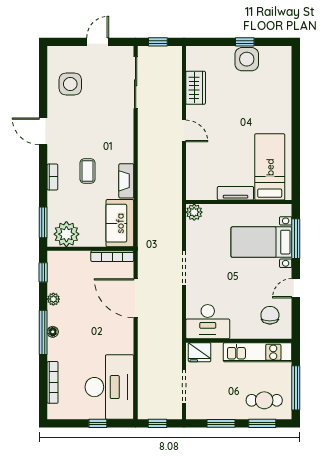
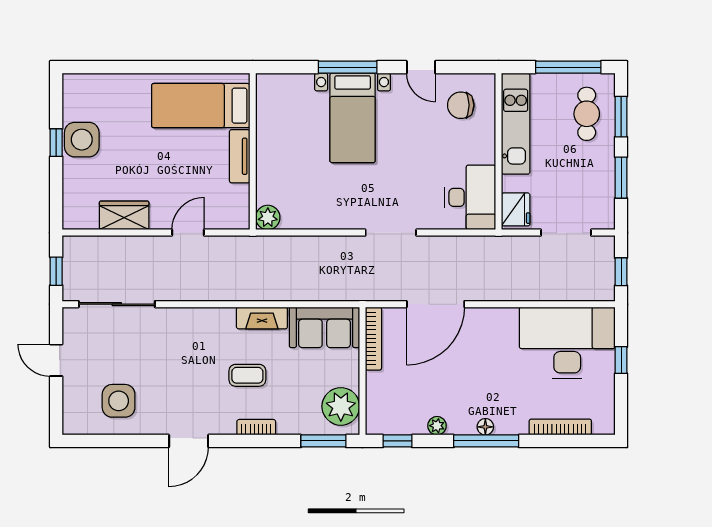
bed: (270, 167) -> (201, 106), moved
tv unit: (235, 193) -> (240, 156), moved
wall: (239, 202) -> (253, 151), moved
plant: (194, 212) -> (268, 217), moved

